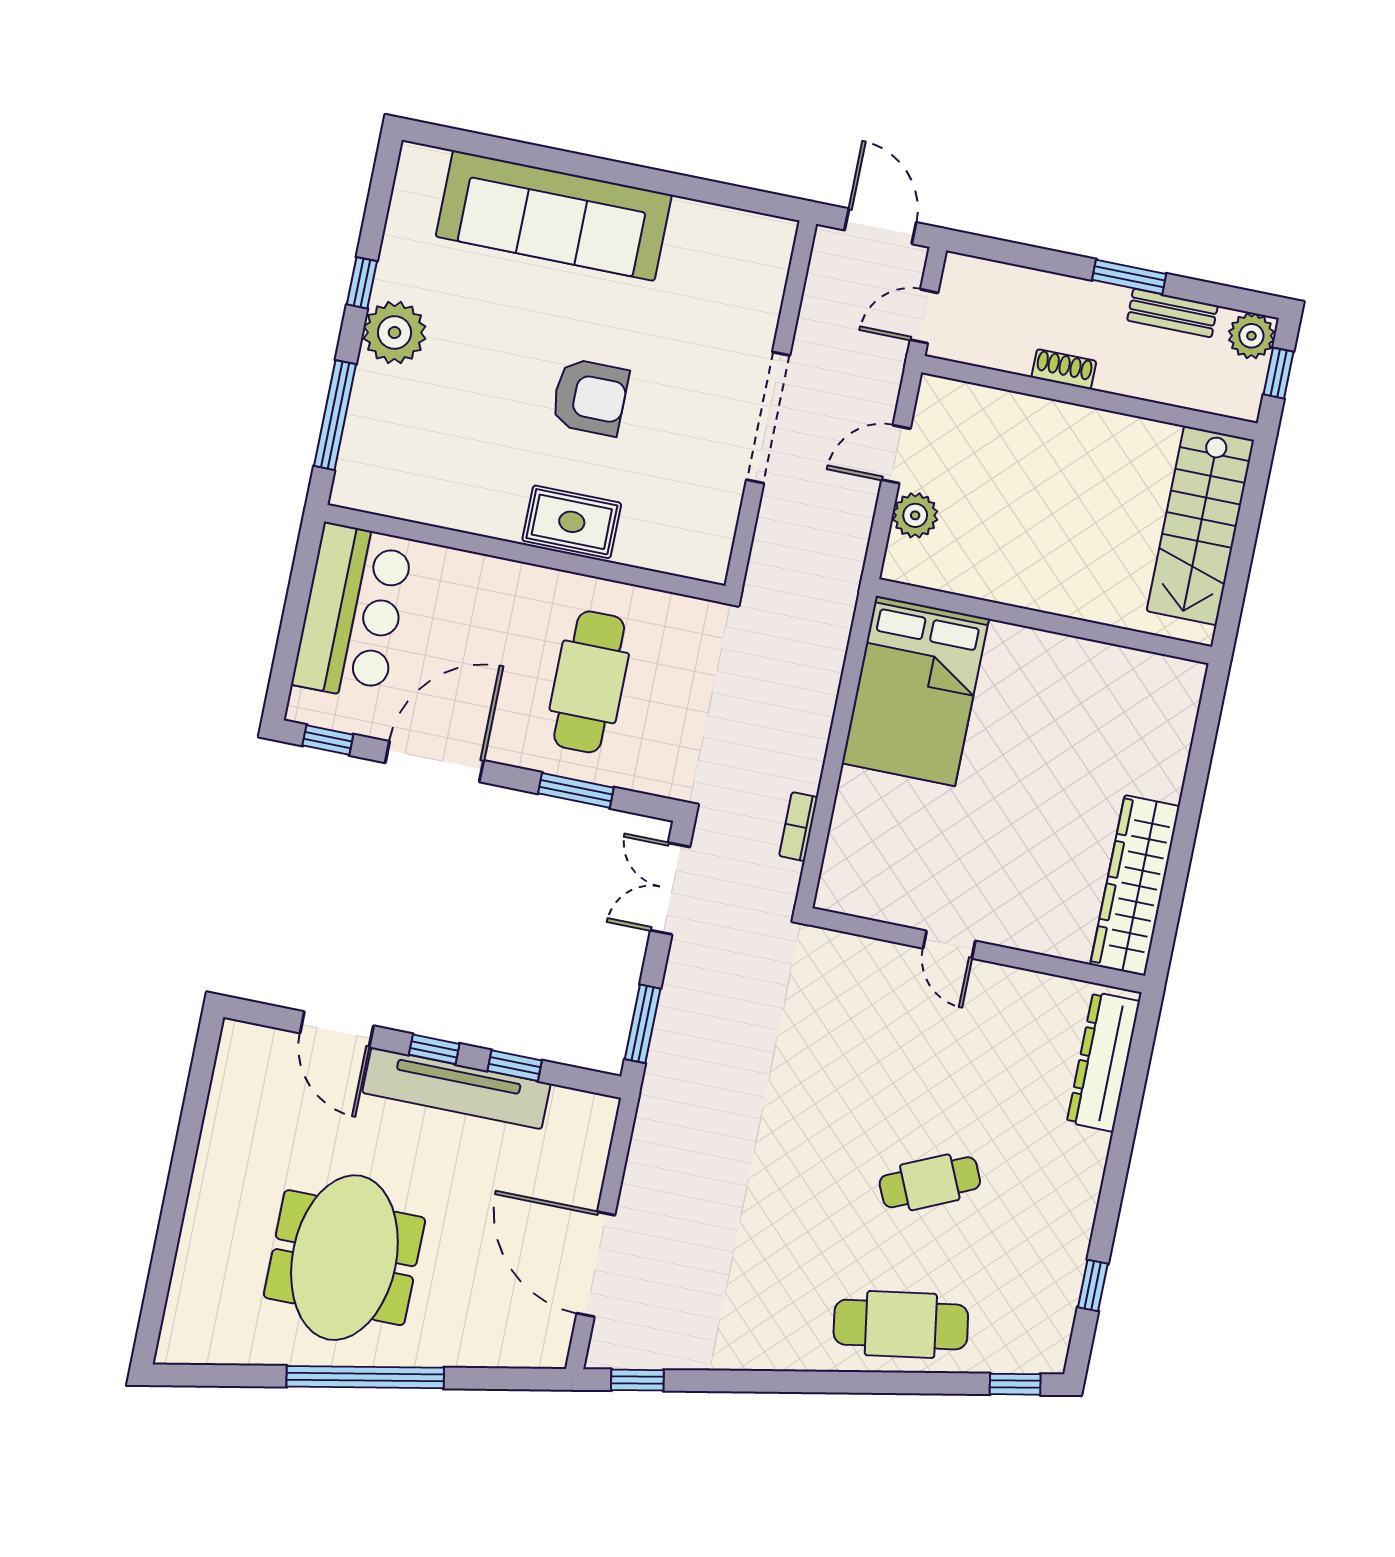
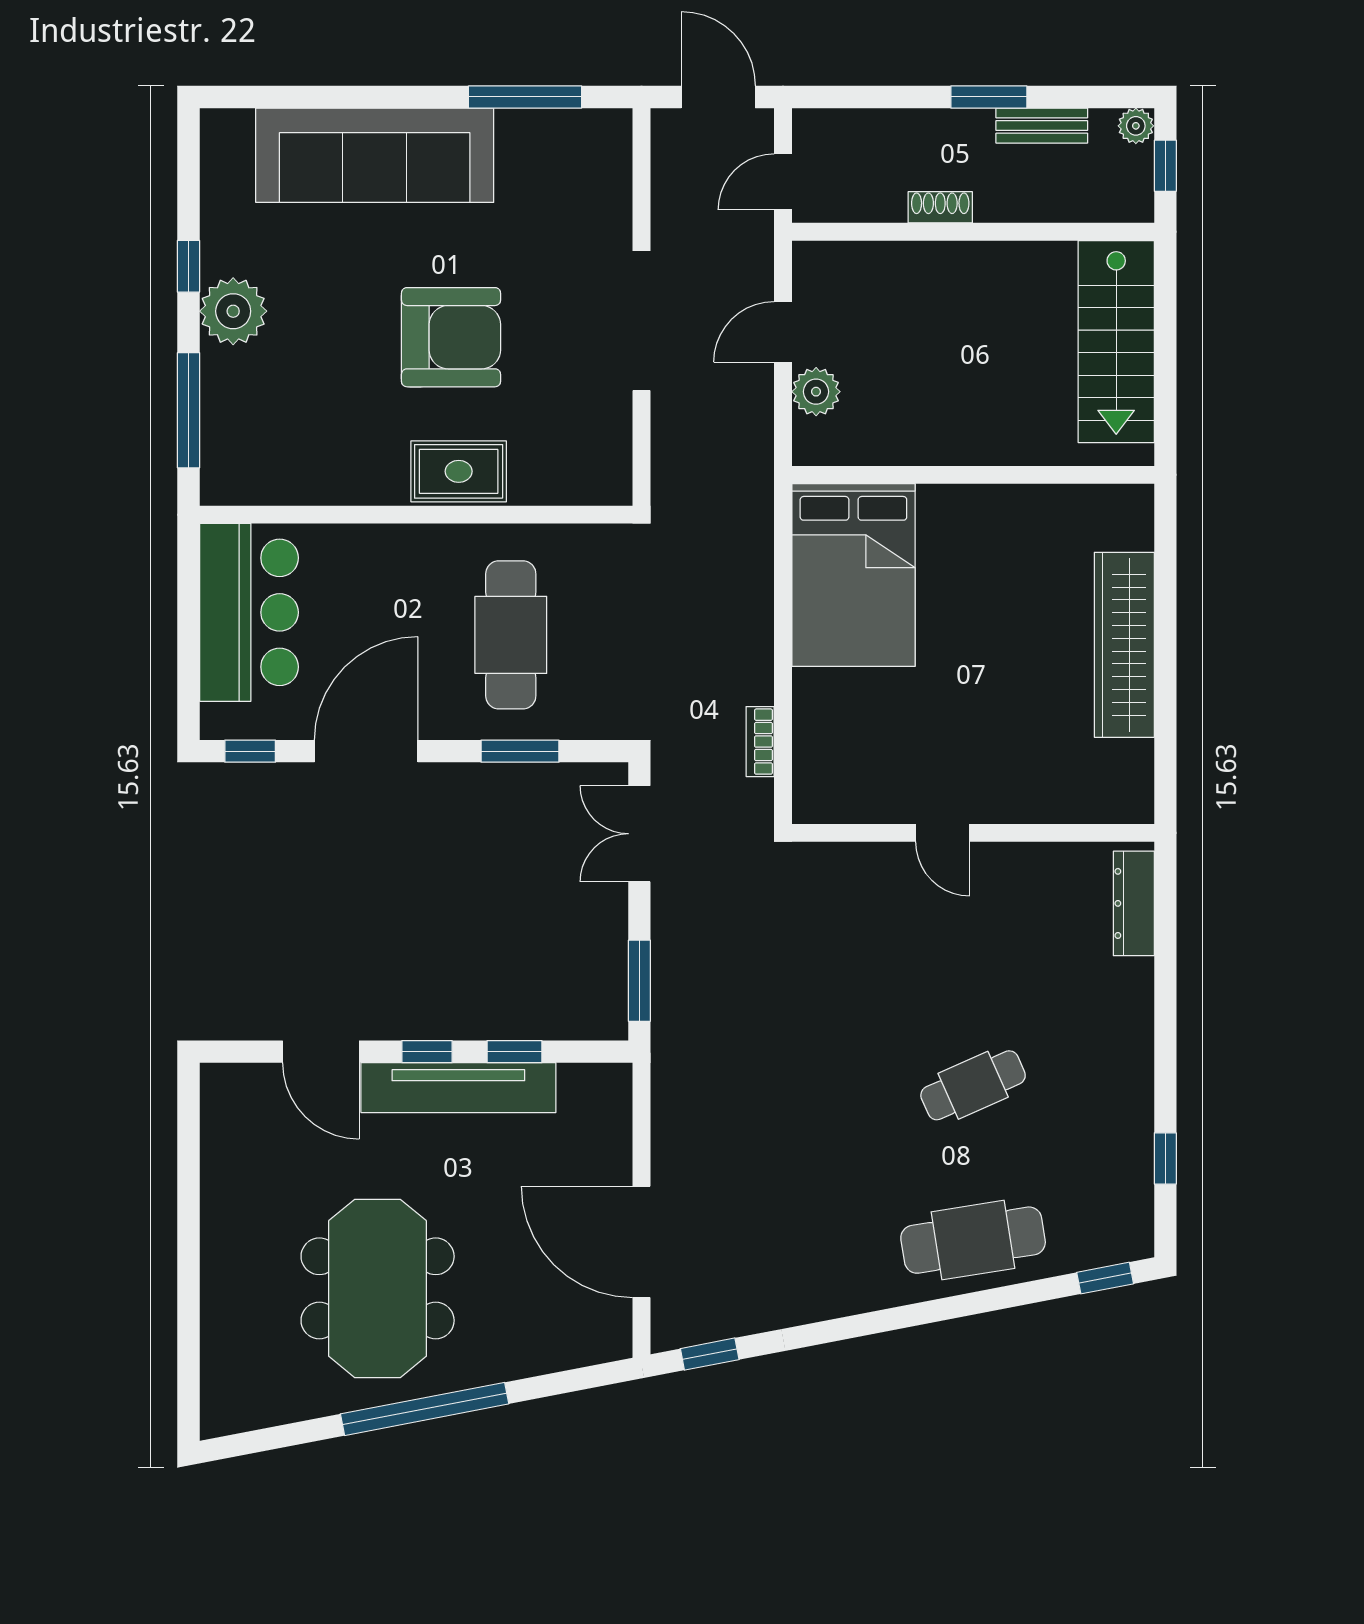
window: (703, 190) -> (525, 97), added
plant: (1251, 336) -> (1136, 126), width x0.73, depth x0.73
armchair: (590, 397) -> (451, 337), width x1.36, depth x1.36
wardrobe: (1135, 885) -> (1124, 645), moved
dresser: (1103, 1062) -> (1134, 903), width x0.73, depth x0.80

